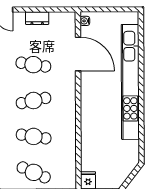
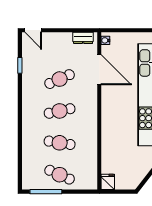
dresser: (37, 18) -> (83, 38), moved
cafe table: (33, 65) -> (60, 79), turned -33

